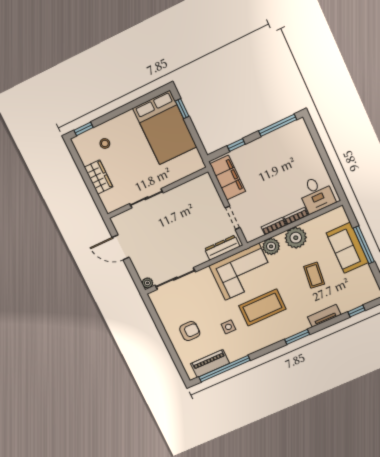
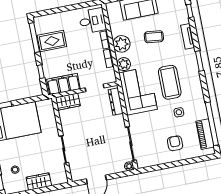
rug: (279, 149) -> (52, 41), added
wardrobe: (207, 188) -> (68, 102), added

